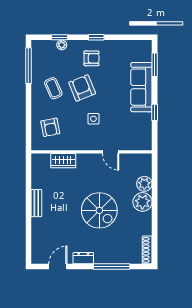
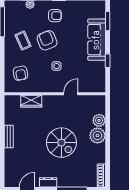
door: (111, 152) -> (71, 94), swing flipped

